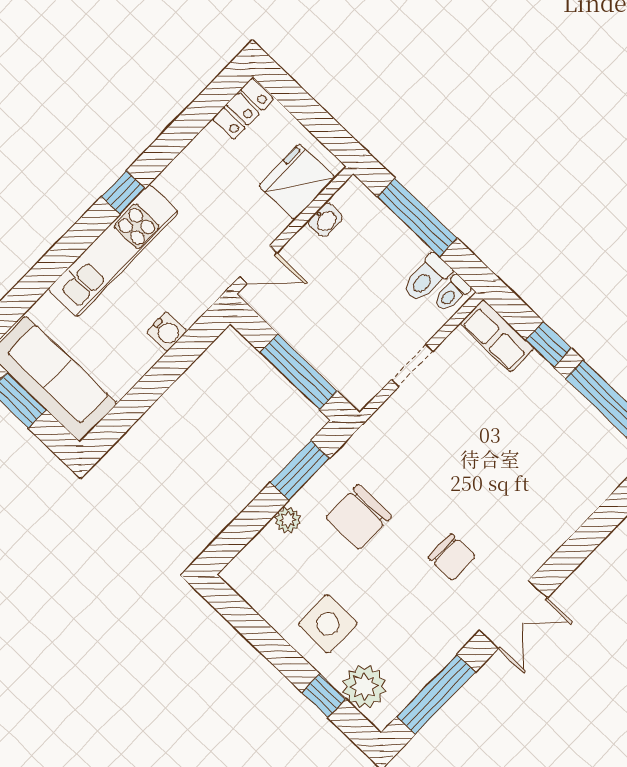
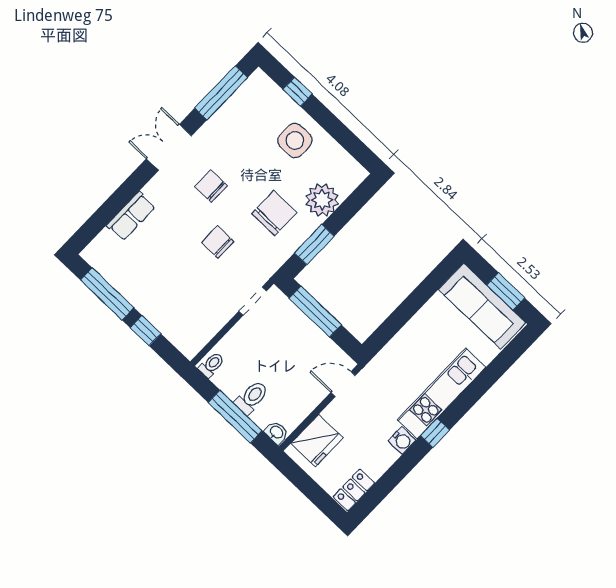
washbasin: (325, 220) -> (276, 433), moved, turned 90
toilet: (427, 278) -> (252, 398), moved
water cooler: (167, 331) -> (402, 440), moved, turned 180
row of seats: (497, 336) -> (131, 216), moved, turned 90
doorway: (412, 366) -> (253, 301), moved
chair: (442, 475) -> (218, 242), added
plant: (288, 520) -> (322, 200), width x1.87, depth x1.87
plant: (364, 687) -> (270, 98), removed

